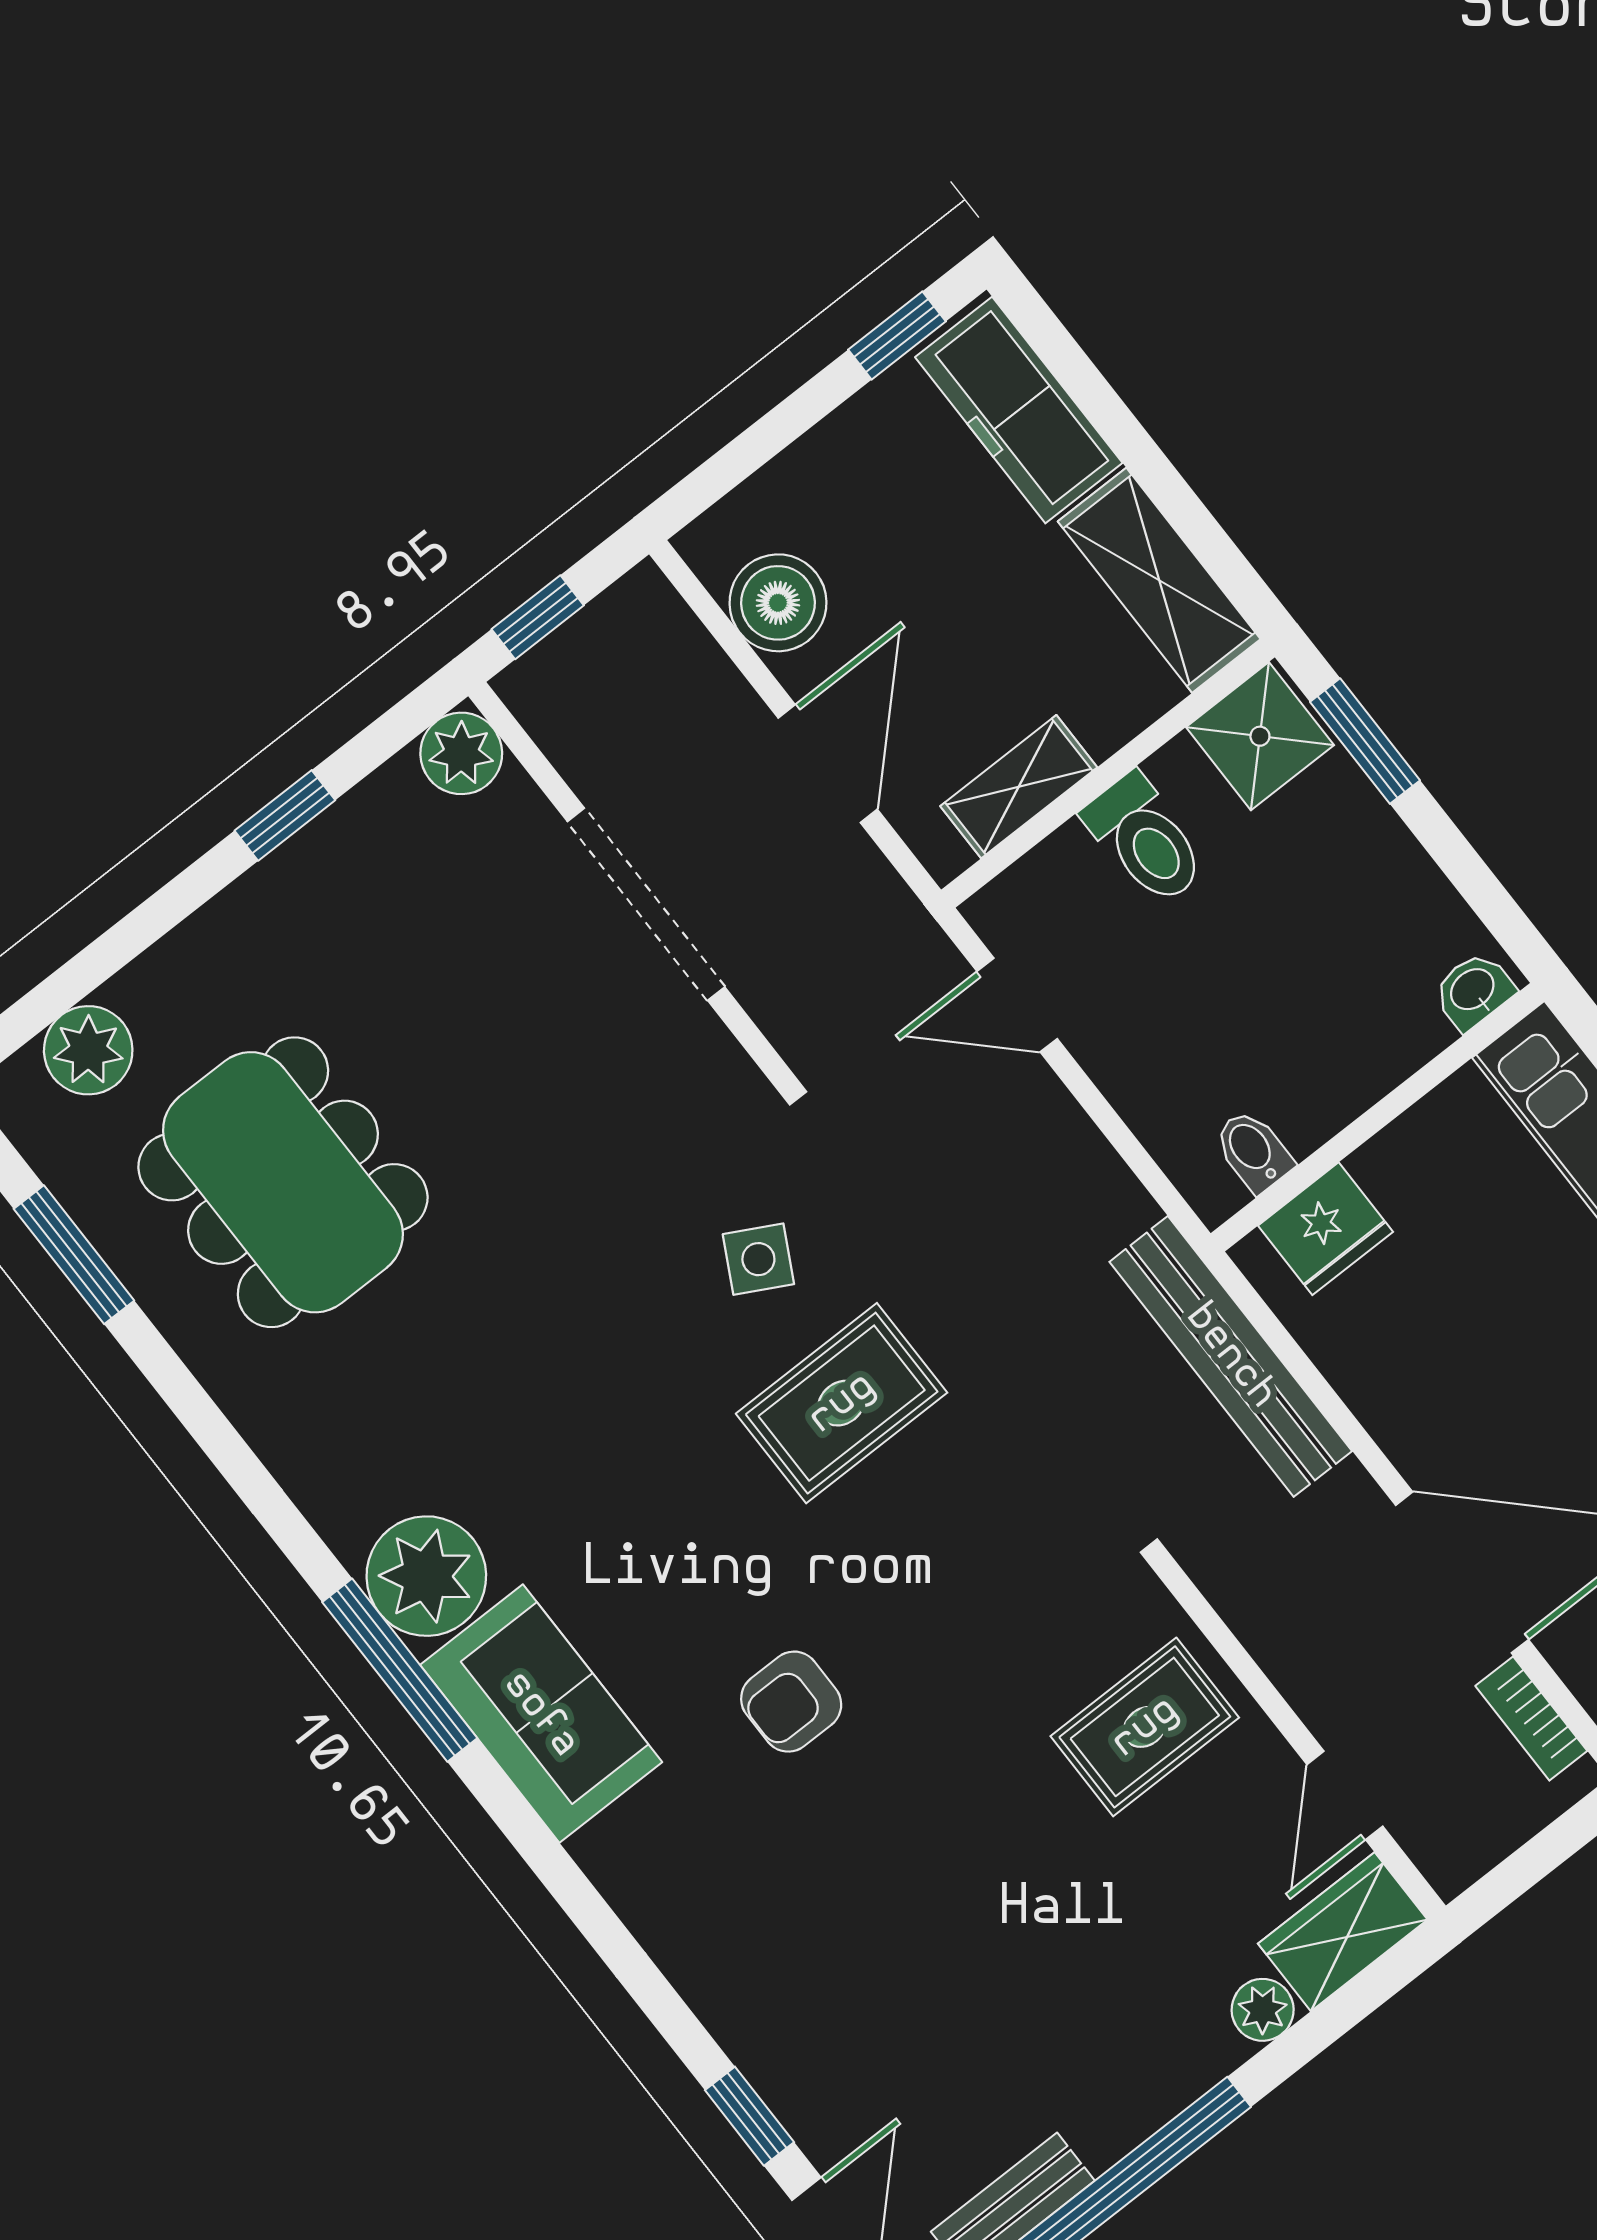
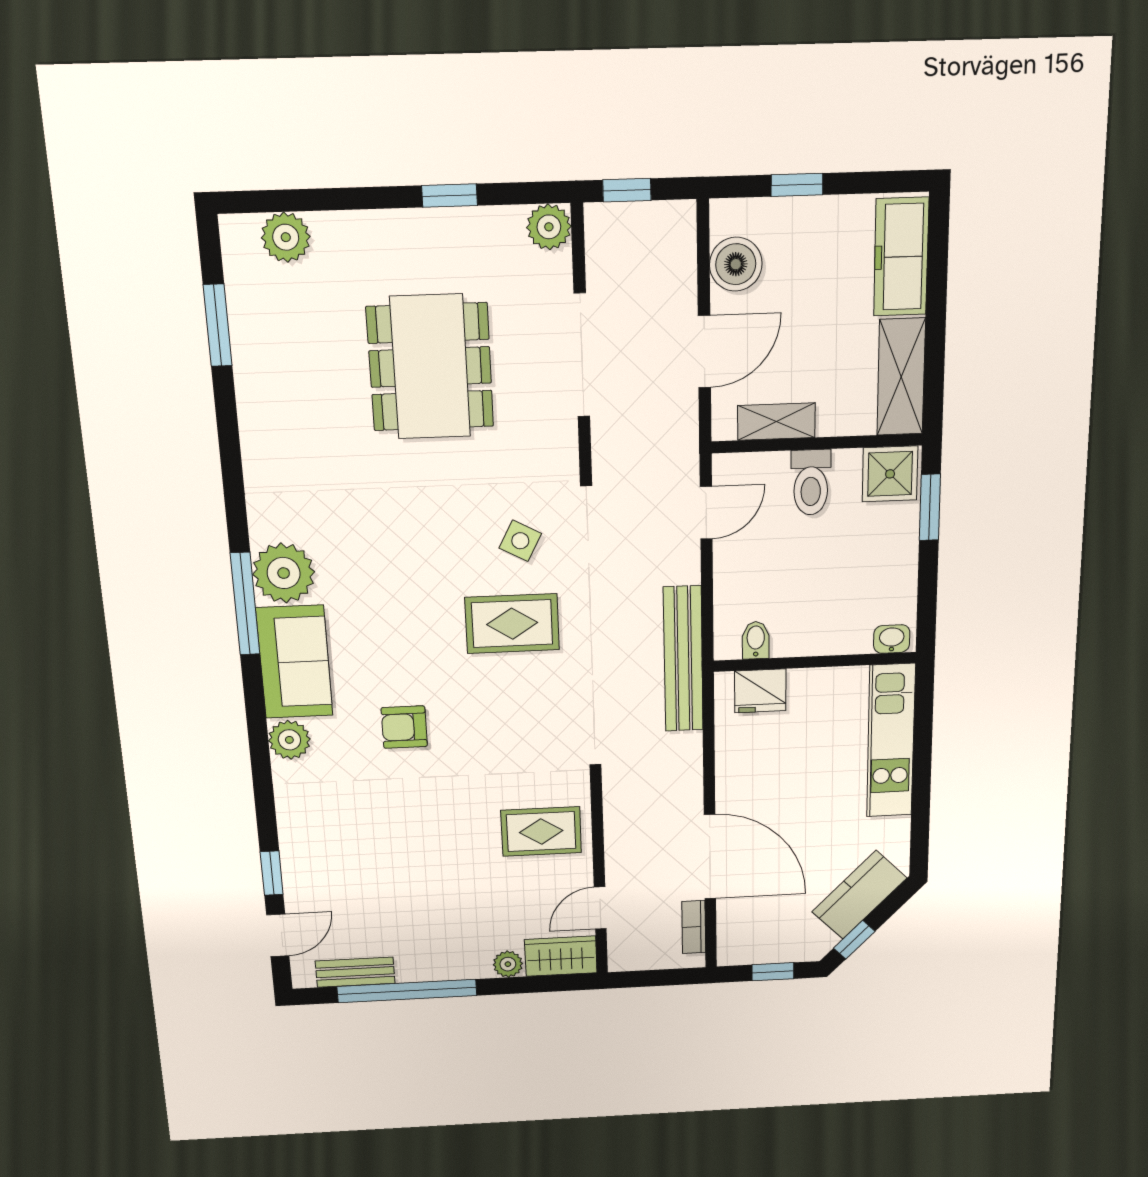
window: (897, 335) -> (797, 185), moved
door: (1017, 1005) -> (706, 513), swing flipped
dining table: (283, 1182) -> (430, 367), moved
bench: (1231, 1356) -> (683, 659), moved
plant: (621, 1855) -> (289, 740), added

